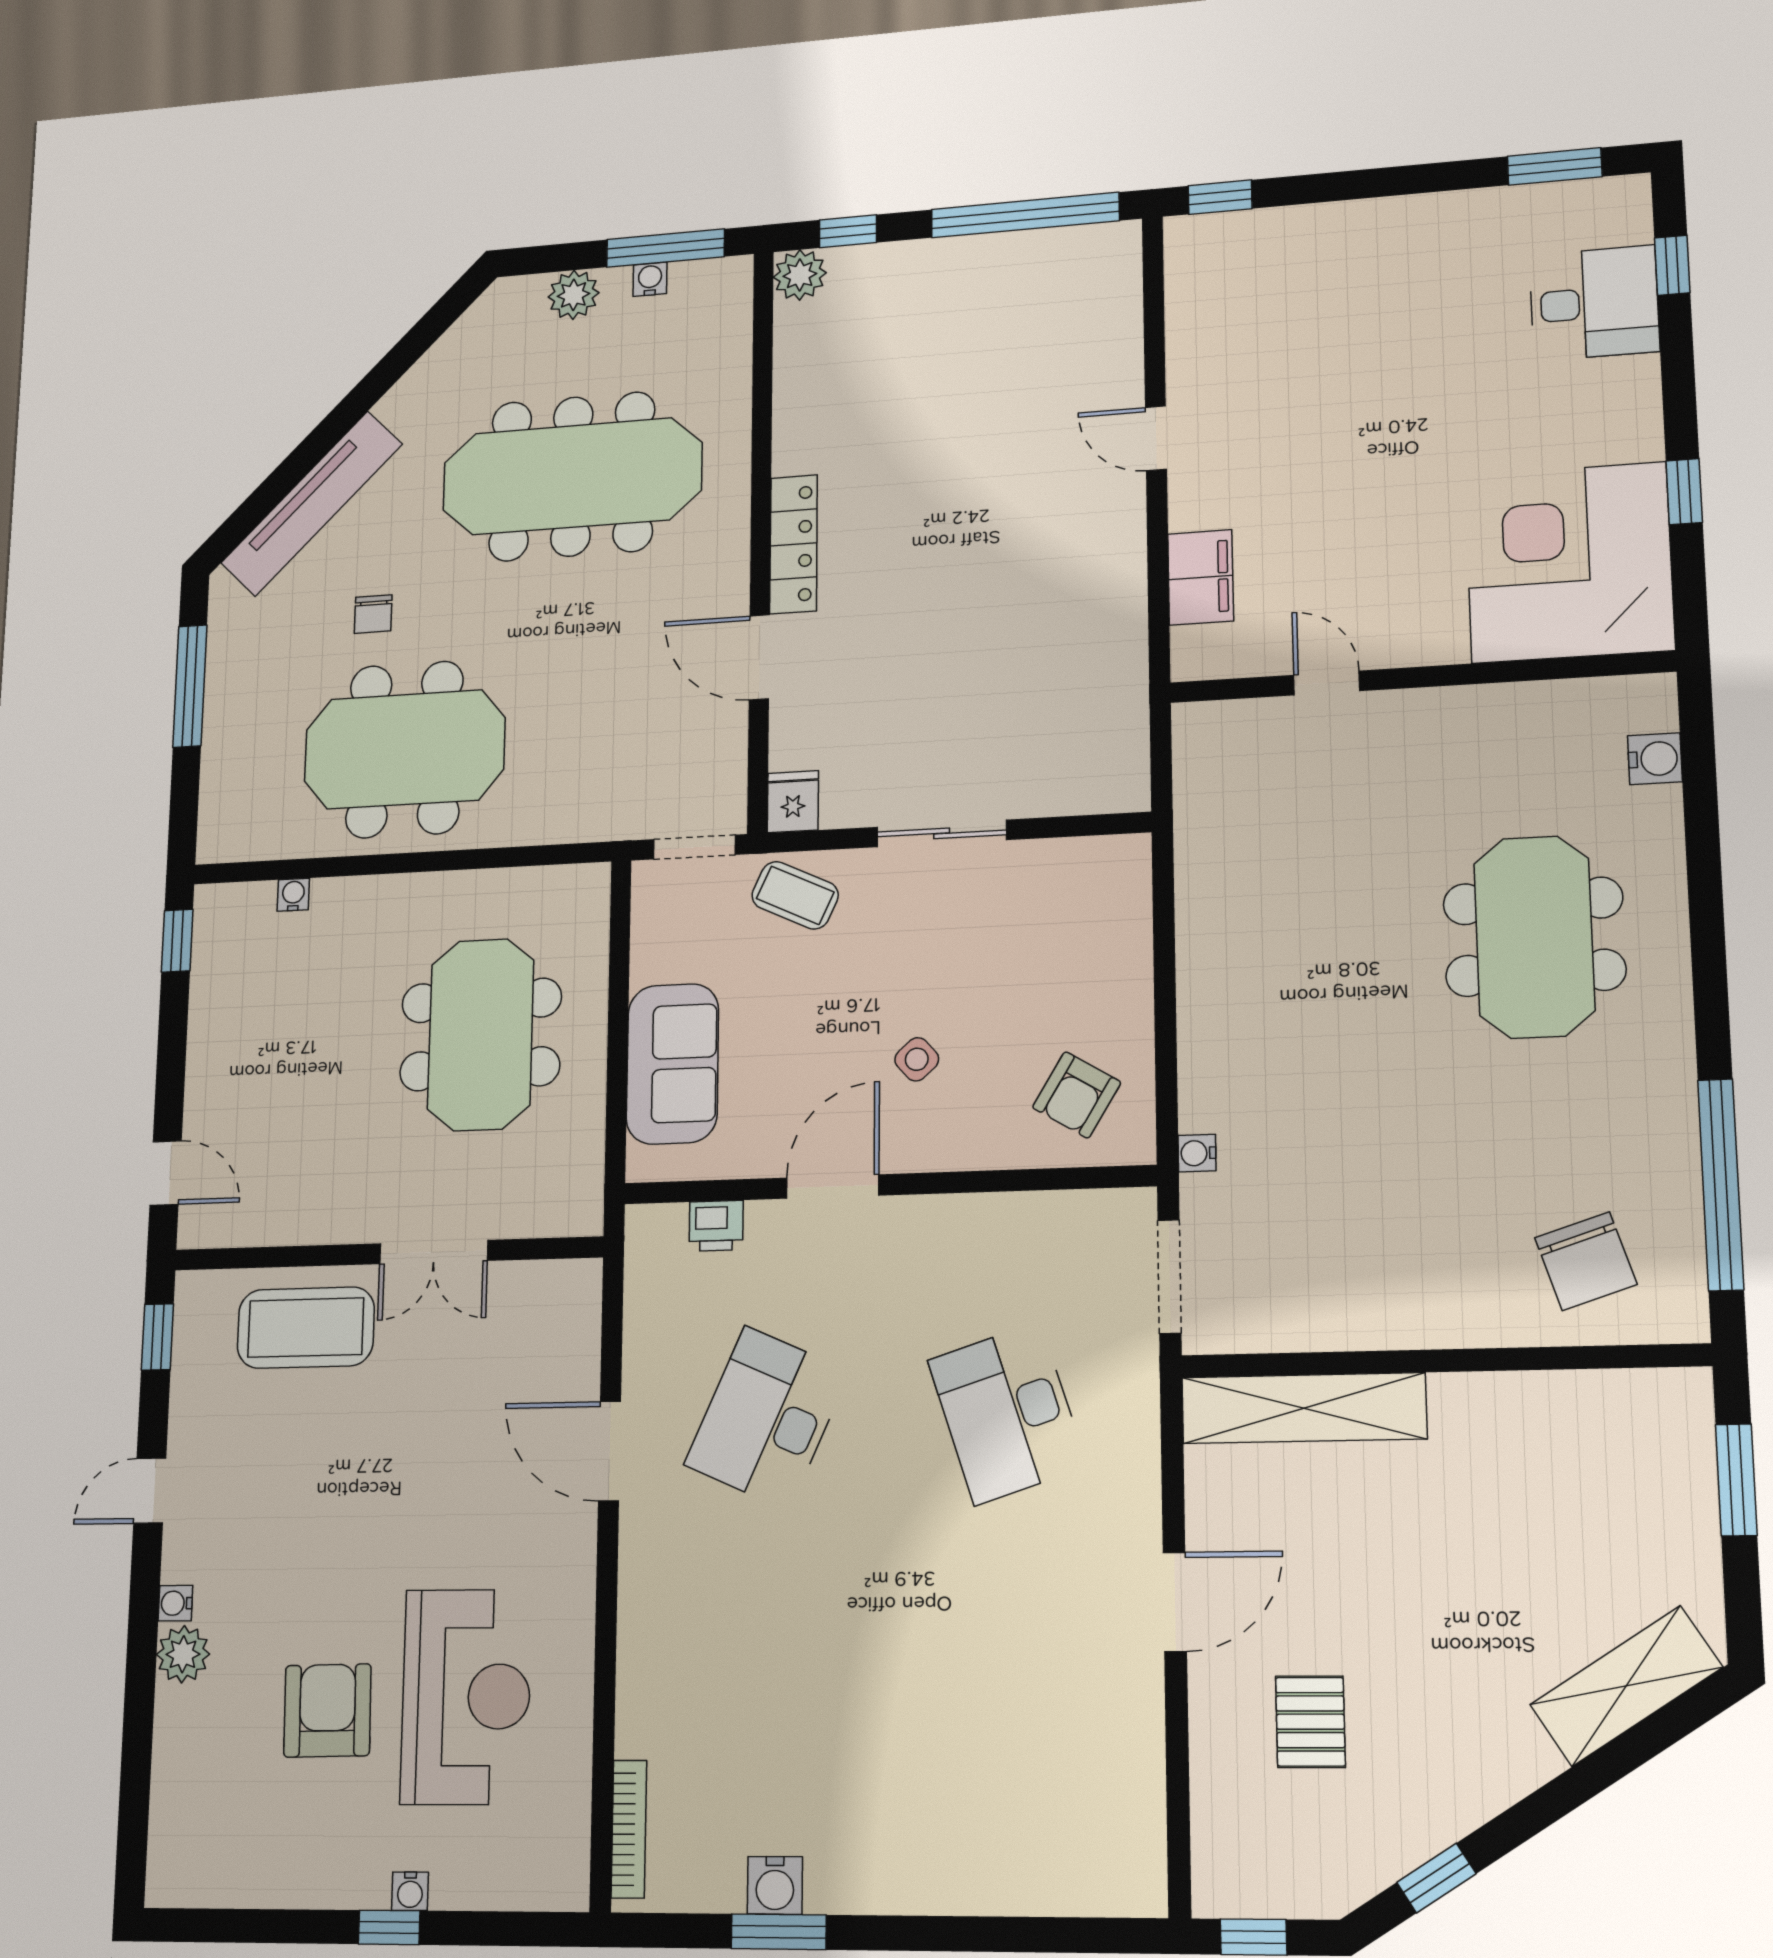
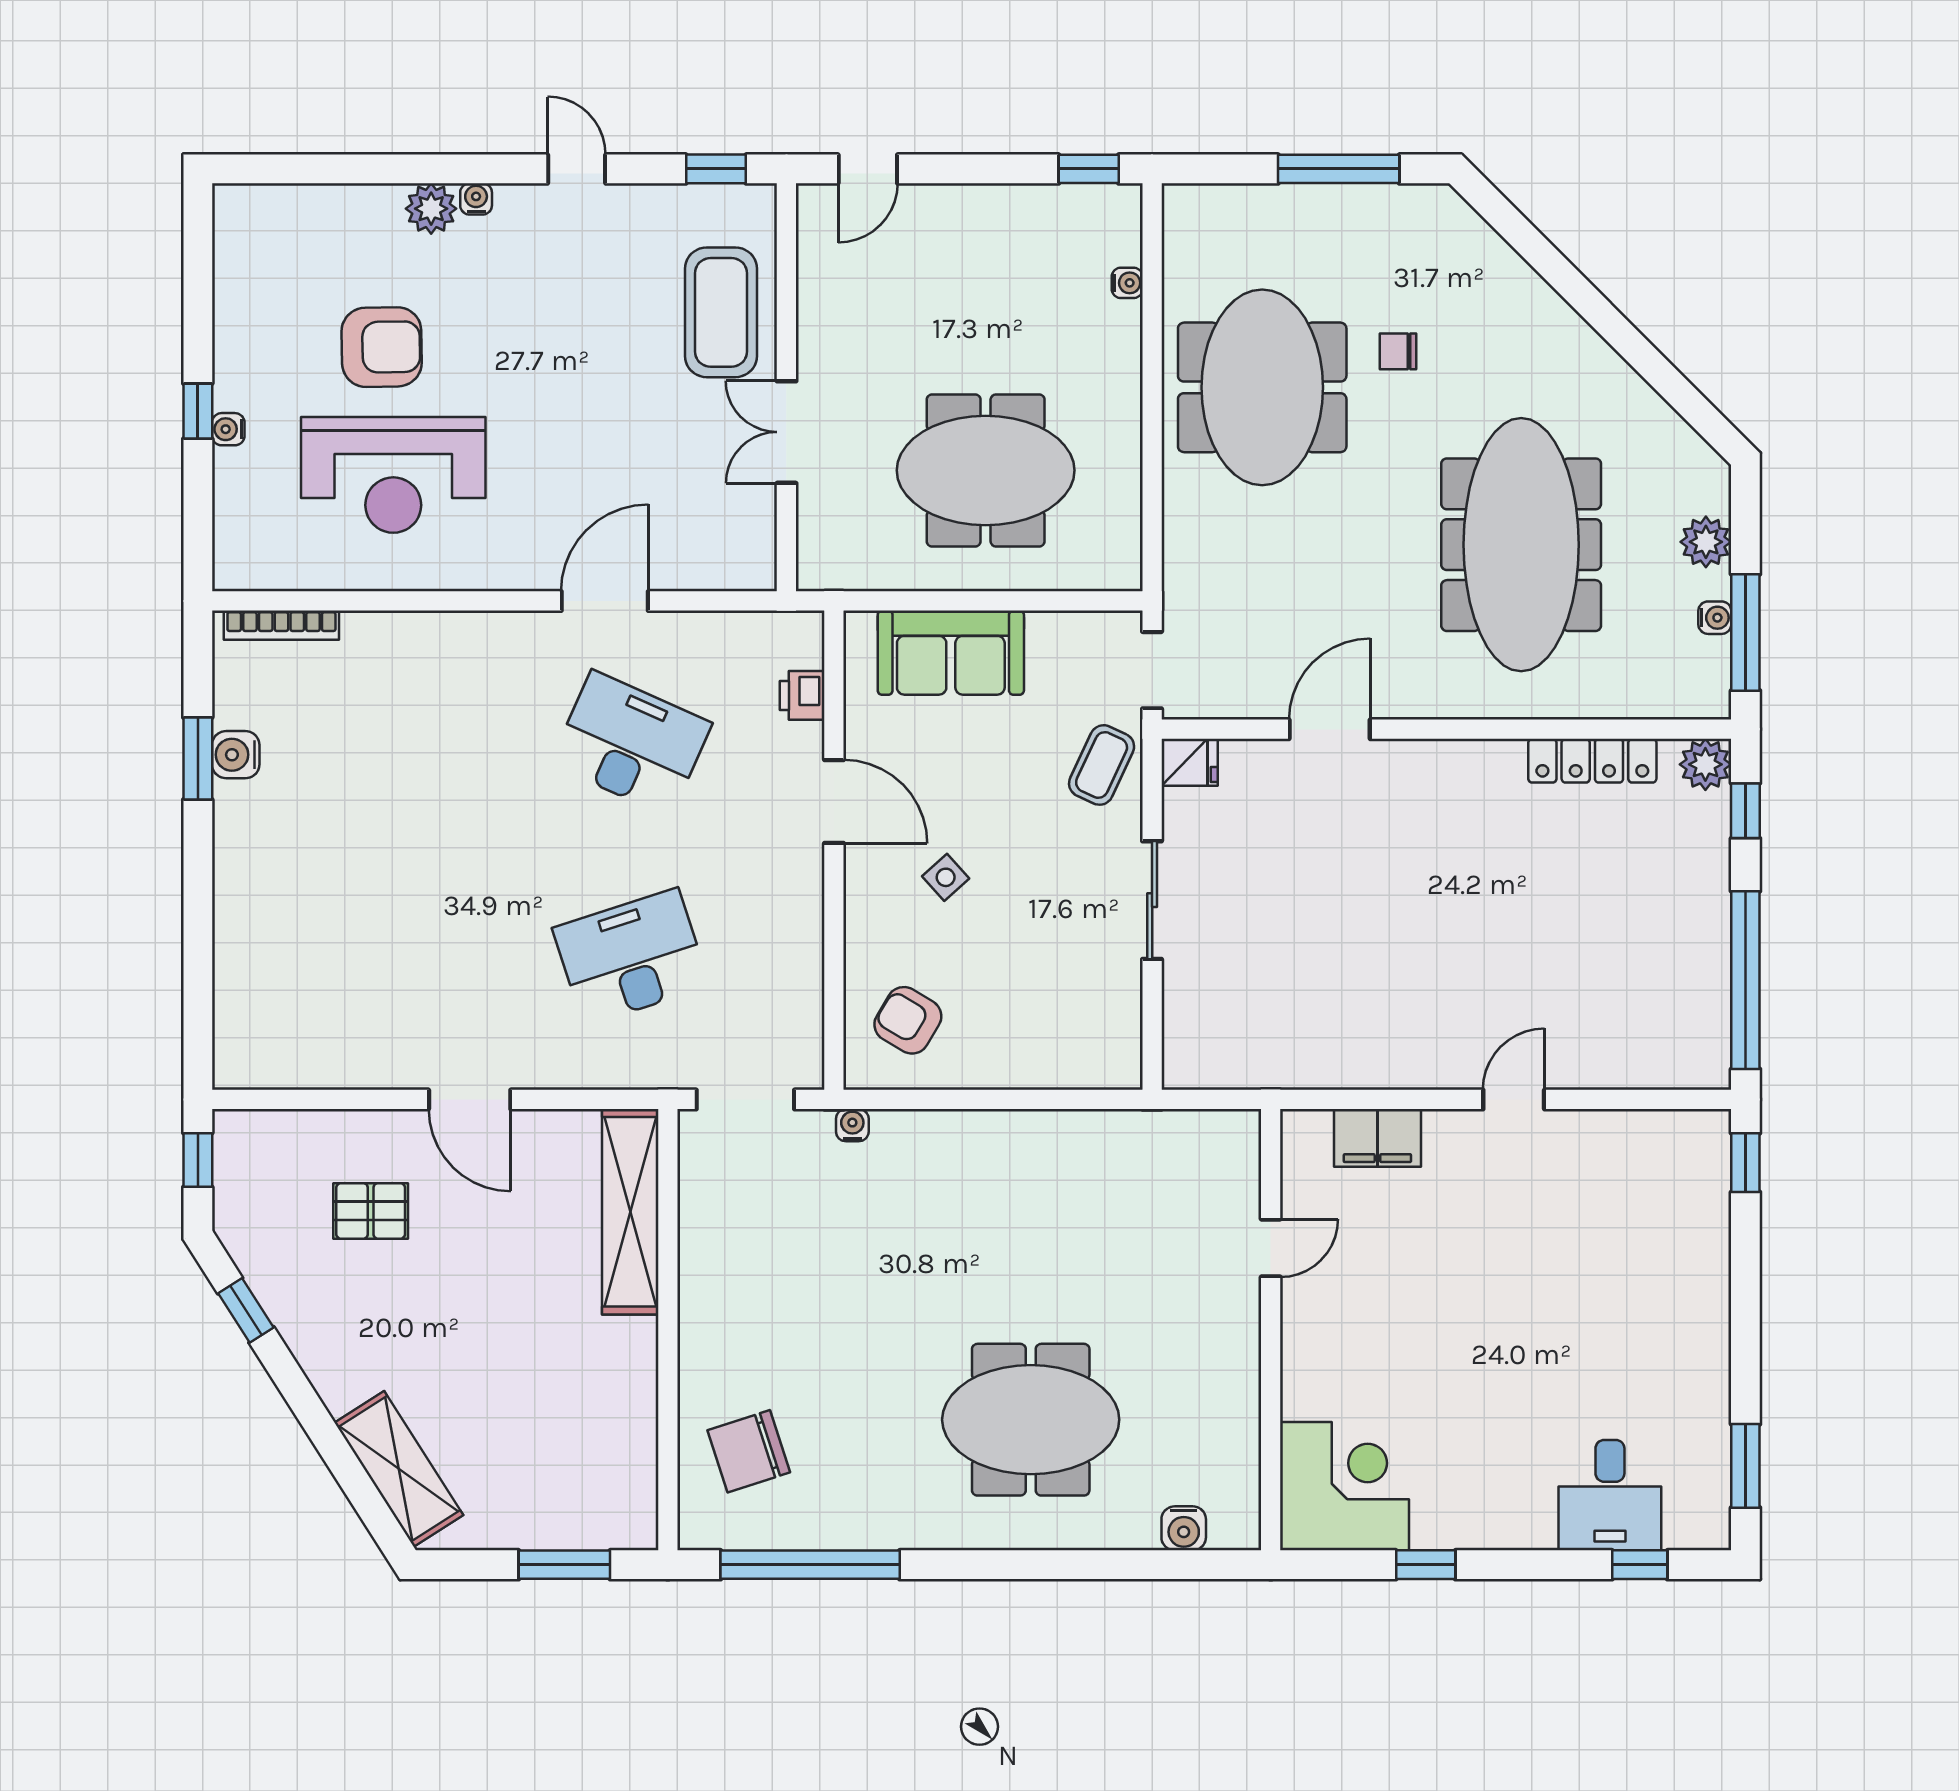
tv unit: (312, 504) -> (1514, 285), removed
locker: (794, 544) -> (1592, 761), moved
corner desk: (1569, 562) -> (1344, 1486), width x0.74, depth x0.74

